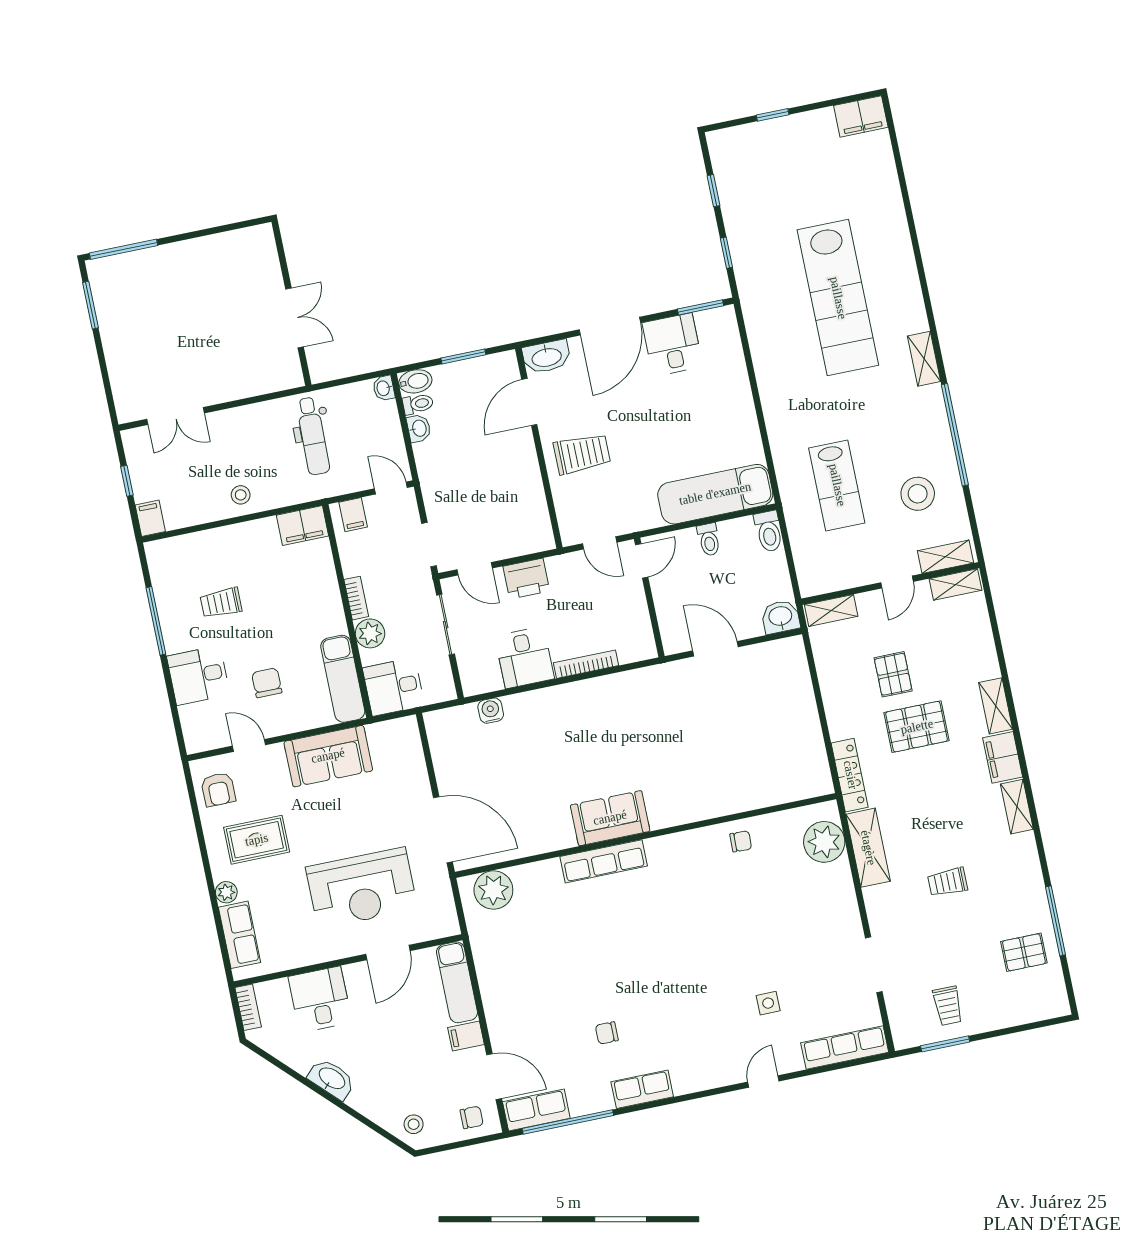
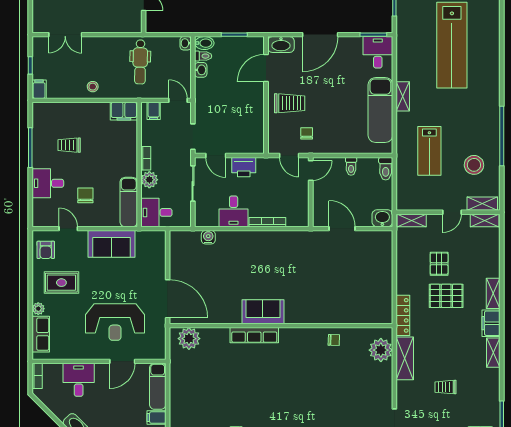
desk: (673, 345) -> (378, 52), moved
shelving: (924, 359) -> (403, 96), moved
exam couch: (715, 494) -> (380, 110), moved, turned -90
chair: (621, 499) -> (307, 133), added

